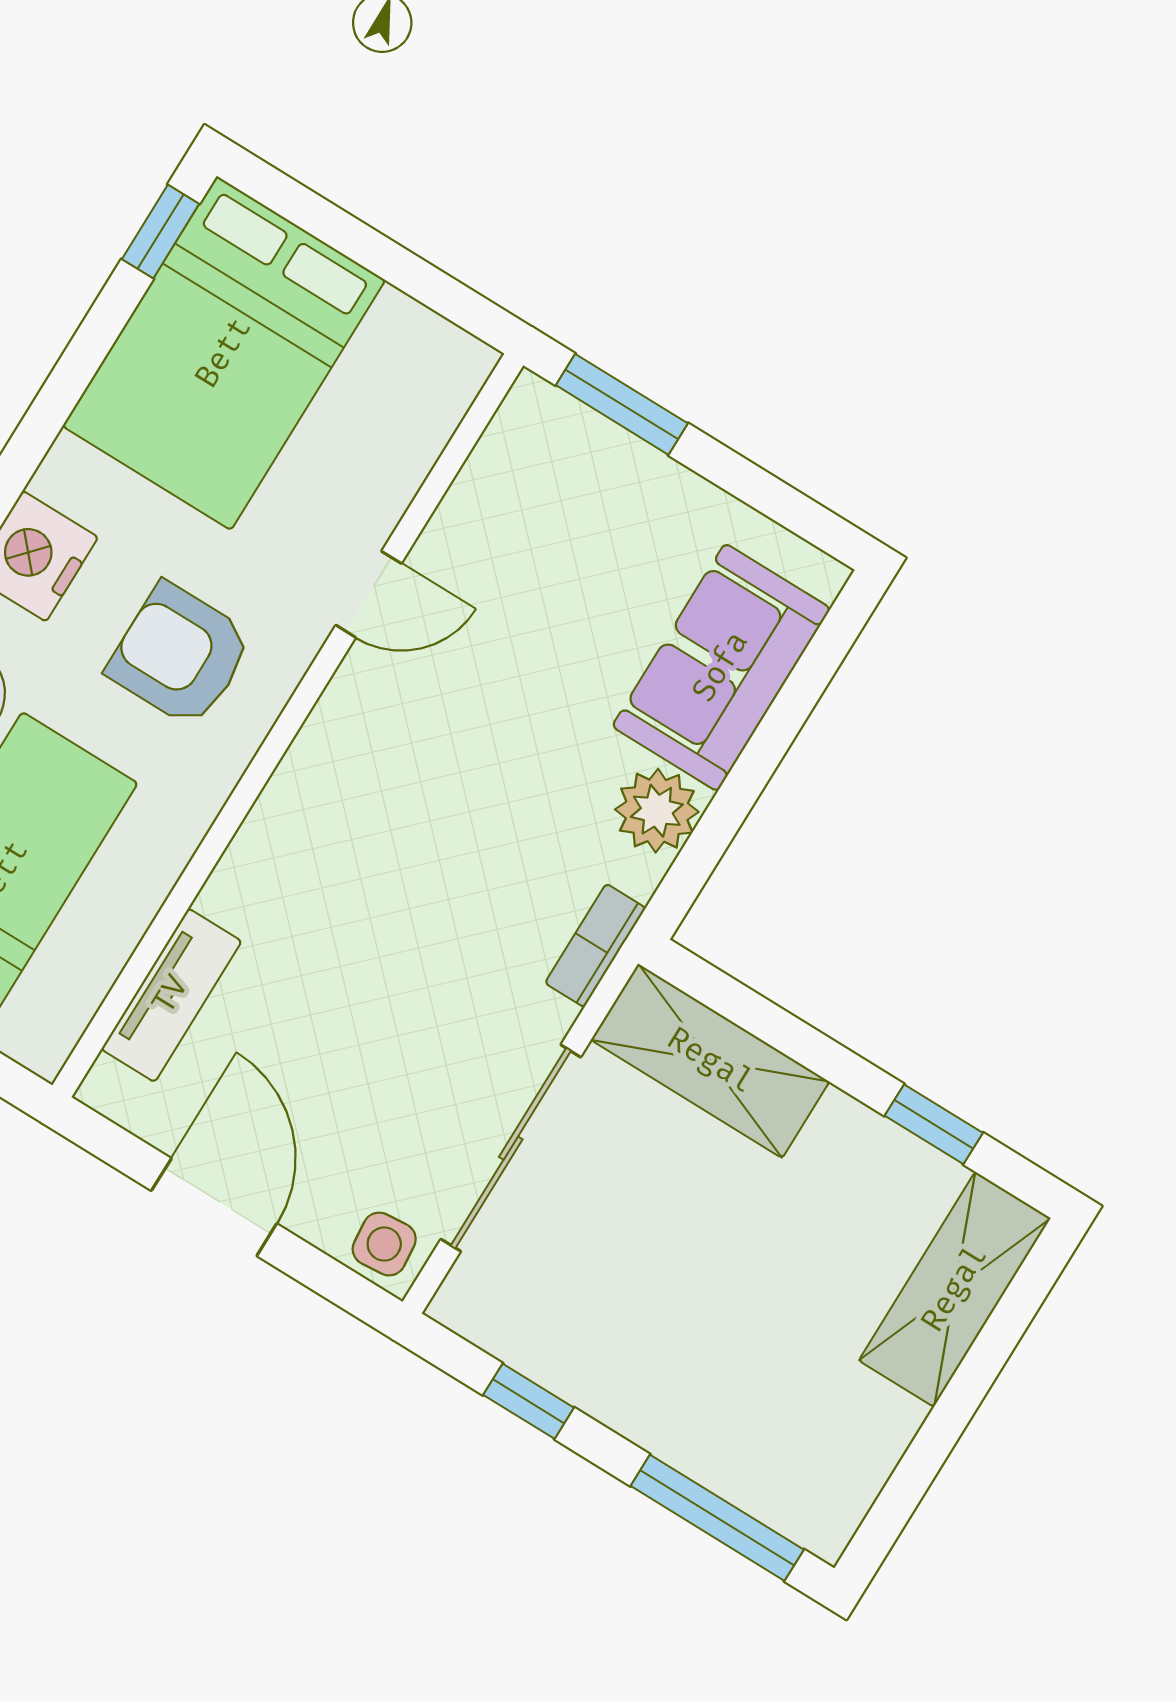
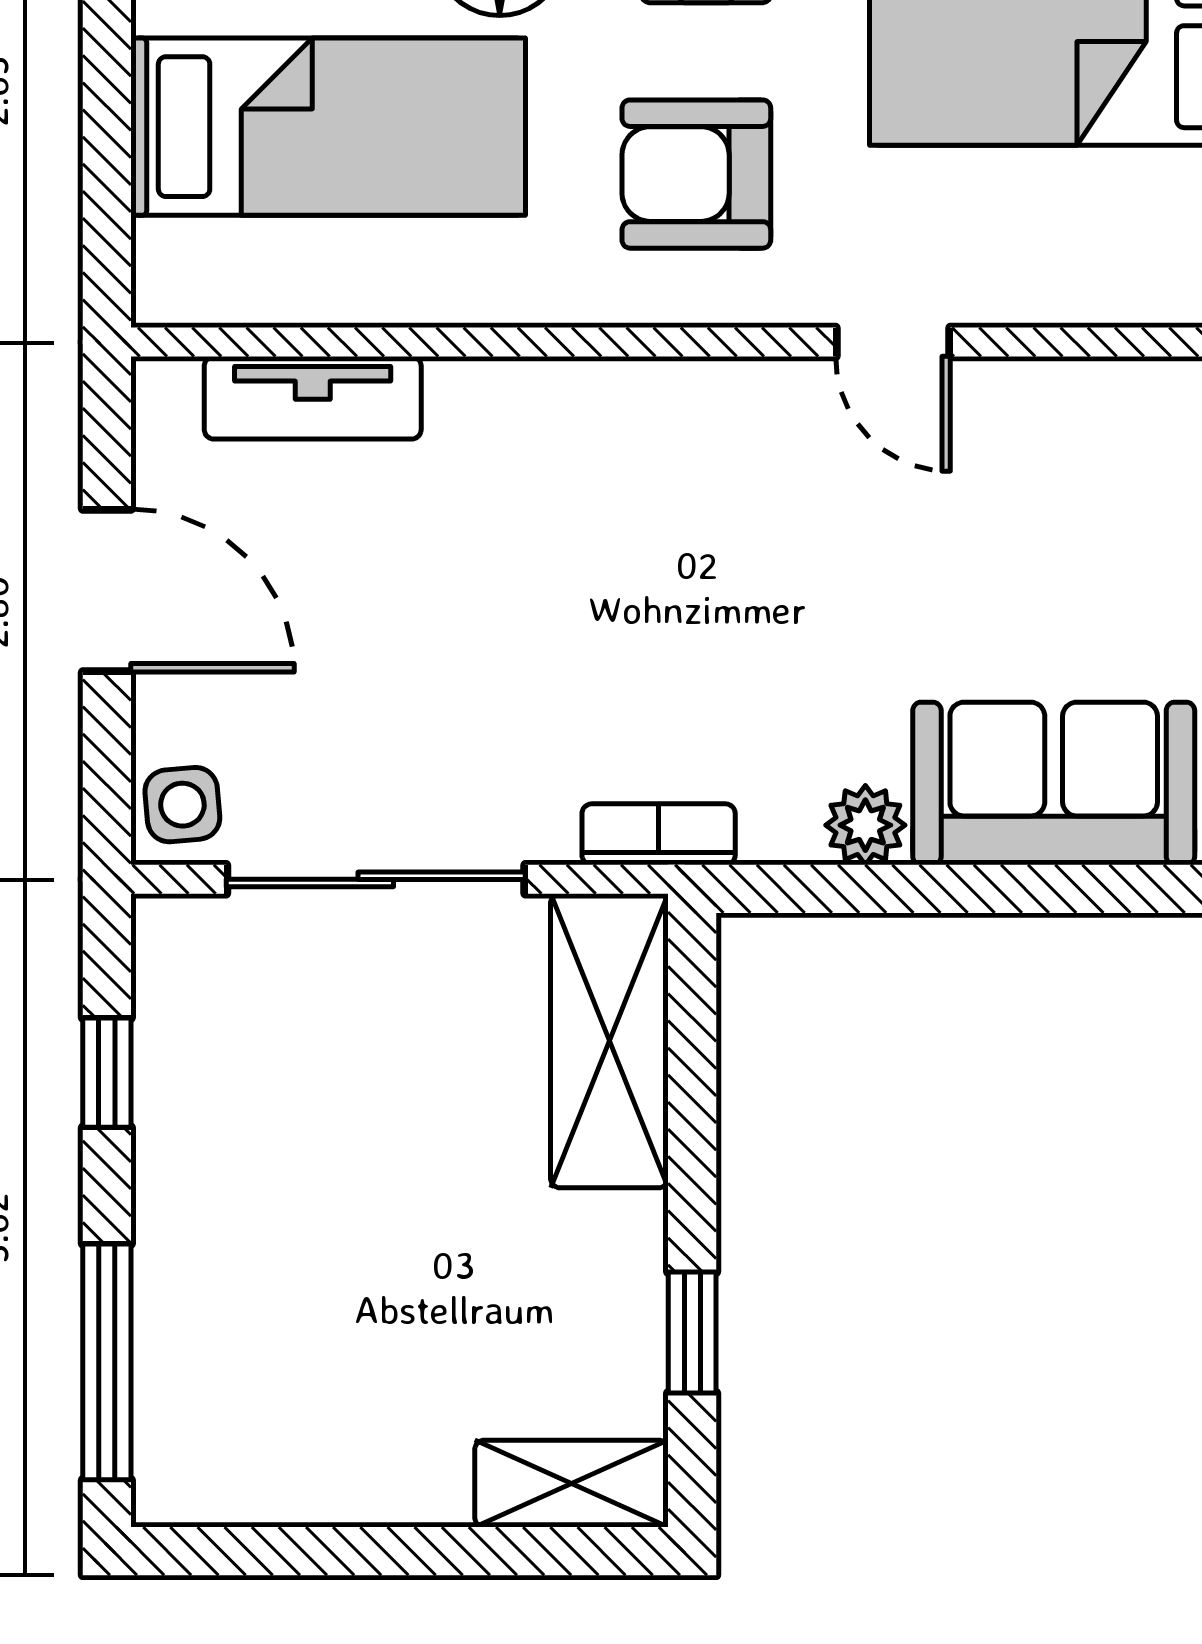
armchair: (180, 655) -> (696, 174), turned -90
plant: (657, 811) -> (865, 825), width x0.73, depth x0.73
door: (214, 1207) -> (107, 590), hinge flipped
shelving: (955, 1289) -> (572, 1484), width x0.67, depth x0.75

